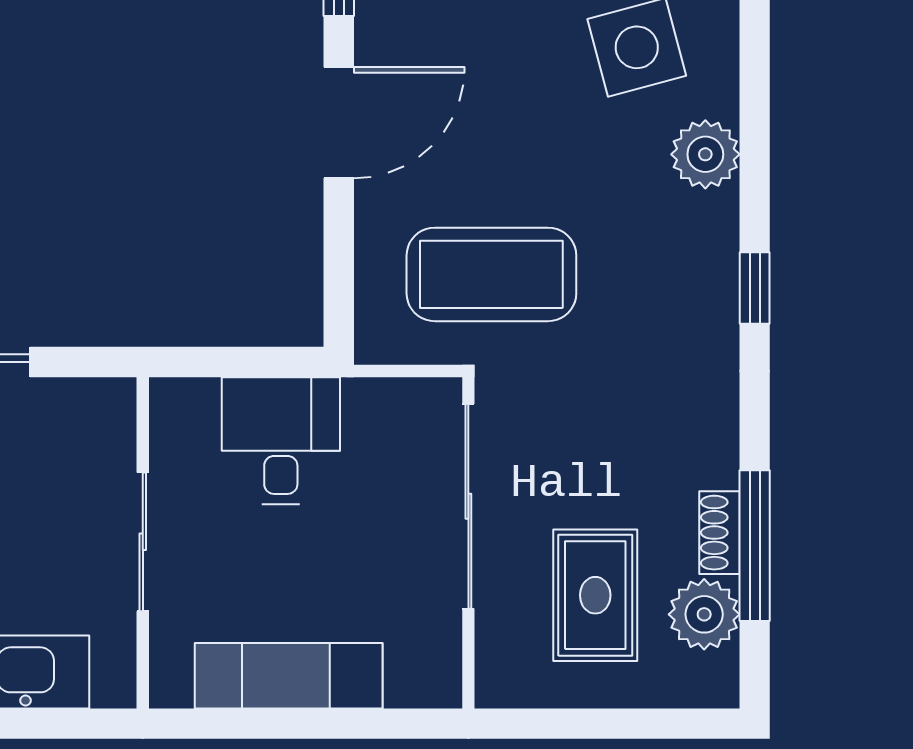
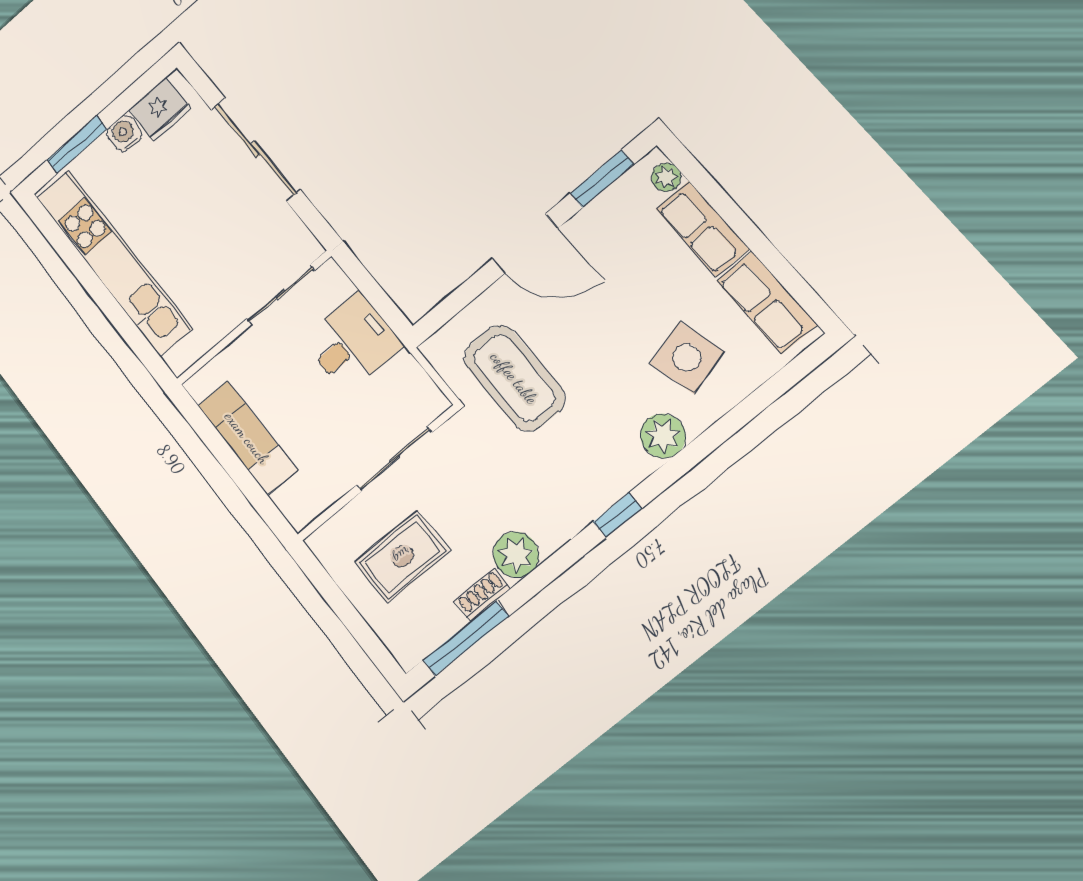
sliding door: (468, 506) -> (395, 459), width x0.73
sliding door: (143, 542) -> (281, 295), moved
window: (755, 546) -> (466, 638), moved
plant: (704, 614) -> (516, 555), moved

